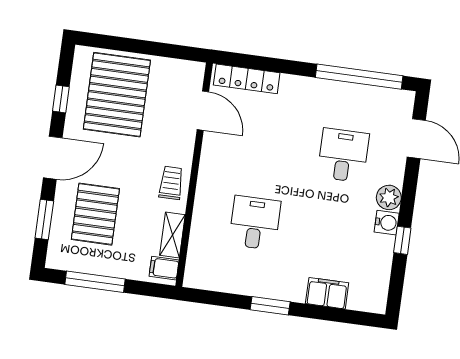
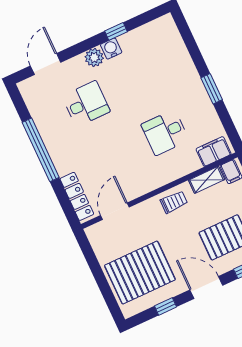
window: (359, 77) -> (41, 150), moved
desk: (343, 155) -> (86, 104), turned 180
trolley: (171, 183) -> (174, 202), turned 180
filing cabinet: (327, 293) -> (214, 152), moved, turned 90

